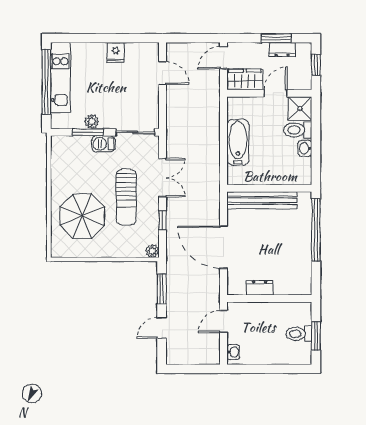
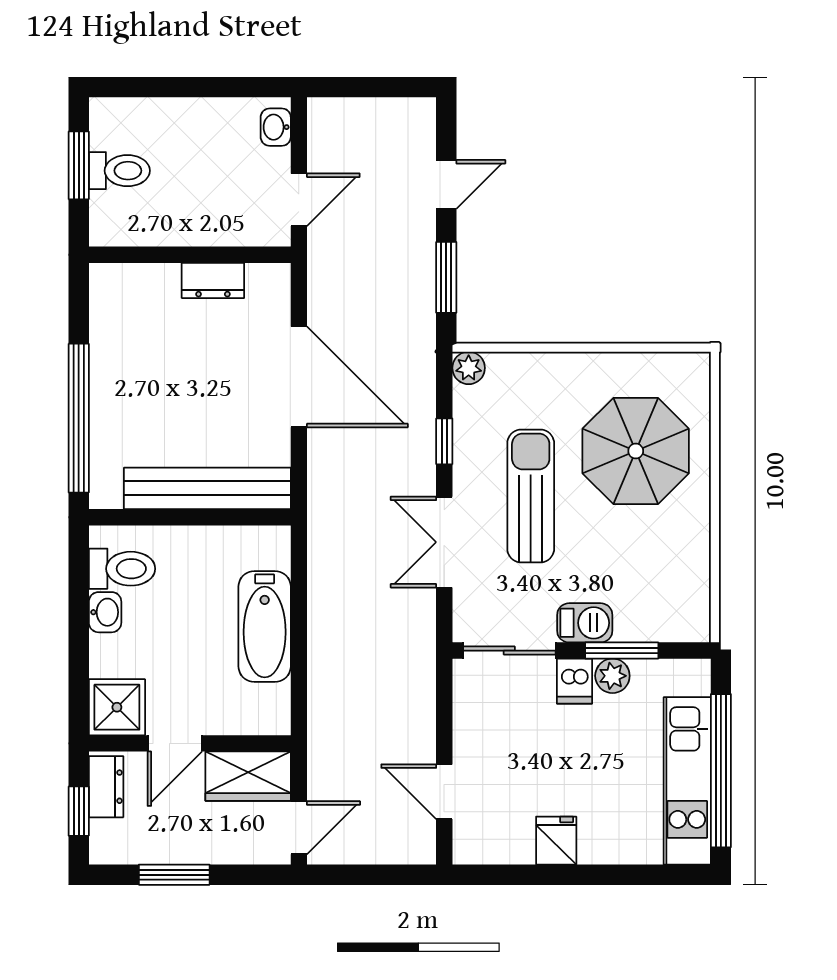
dresser: (282, 50) -> (106, 787), moved, turned 90
dishwasher: (108, 119) -> (575, 681), added
toilet: (298, 130) -> (122, 569), moved

